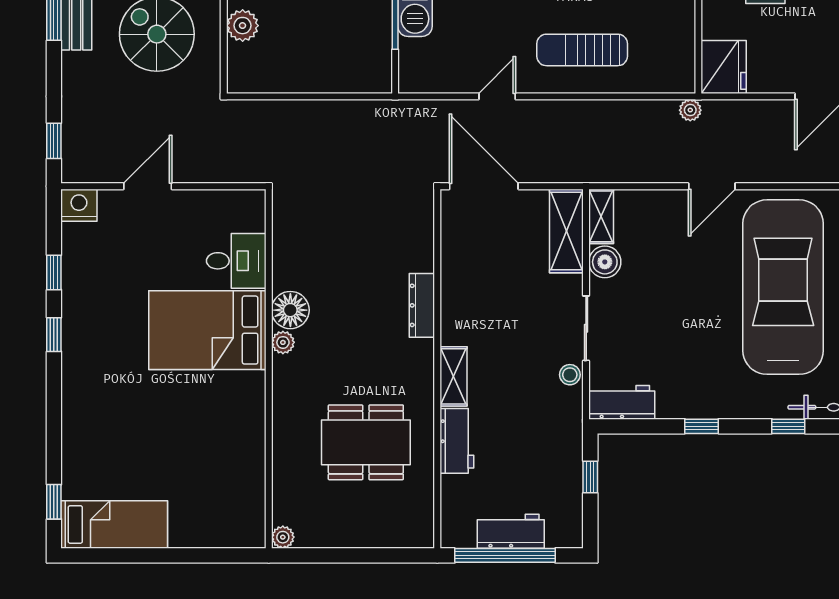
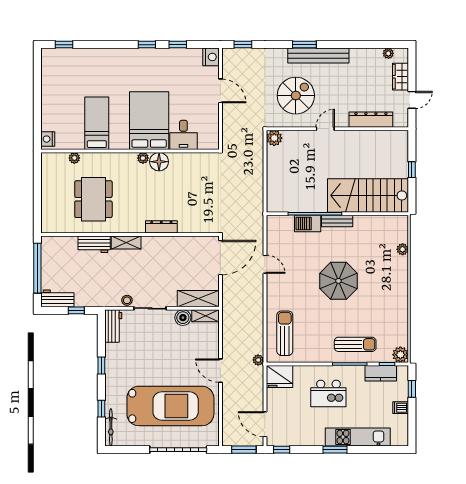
plant: (243, 26) -> (274, 138), moved
sun lounger: (582, 50) -> (285, 333), moved
bed: (114, 524) -> (97, 123), moved, turned 180
workbench: (511, 531) -> (57, 298), moved, turned -90
nightstand: (245, 535) -> (48, 139), added
plant: (283, 537) -> (74, 158), moved

